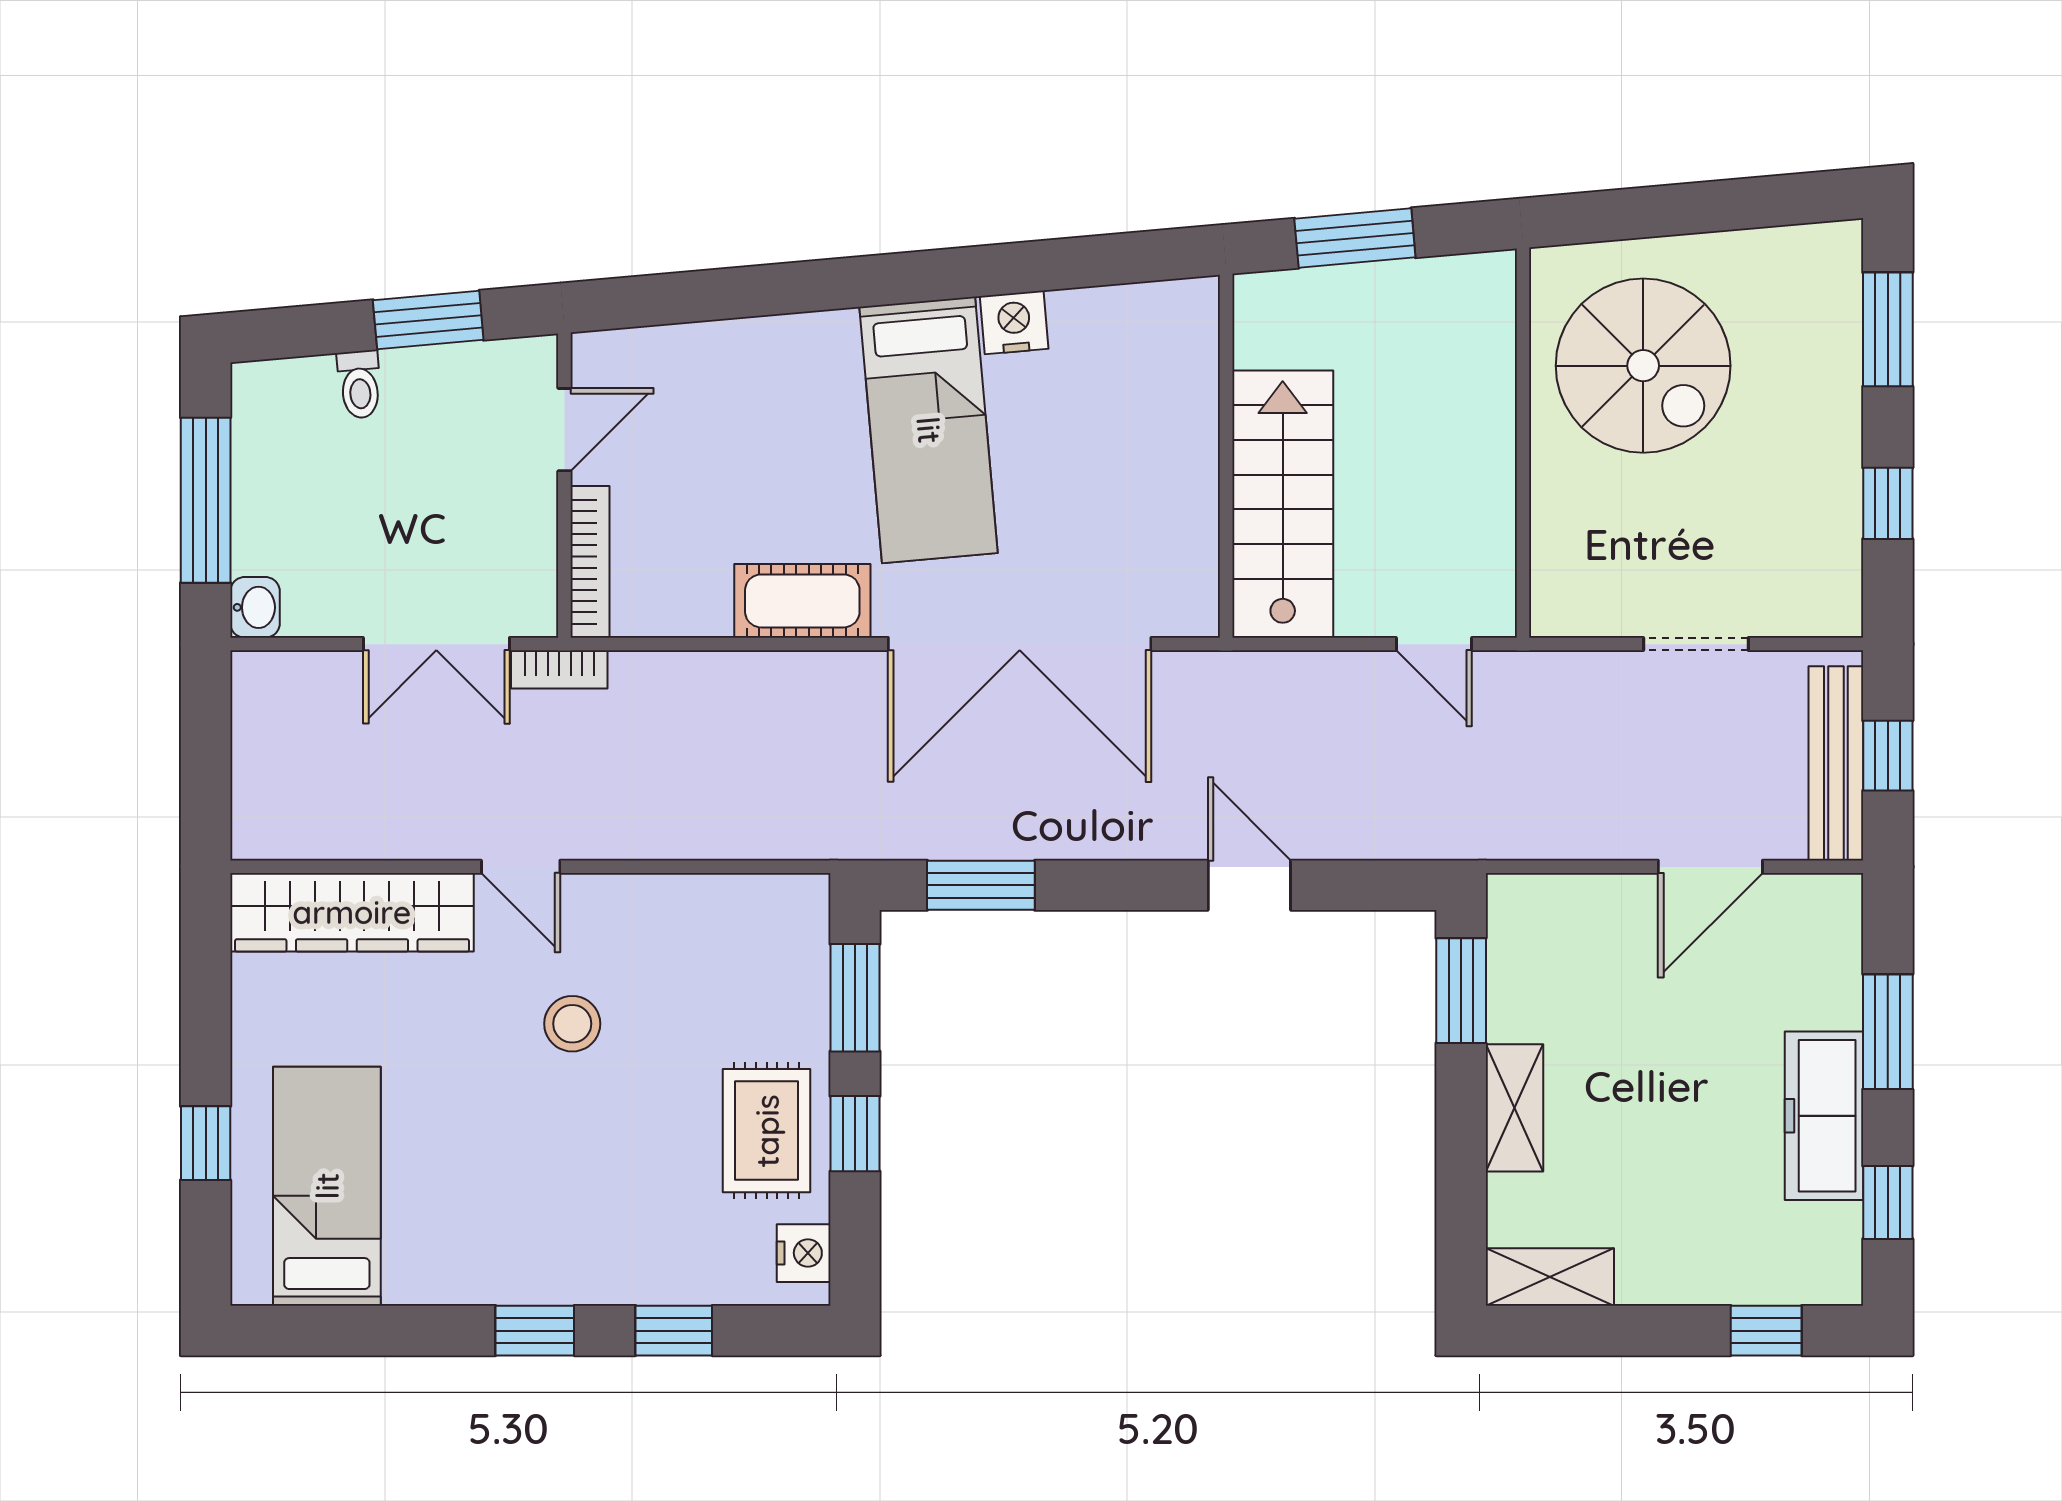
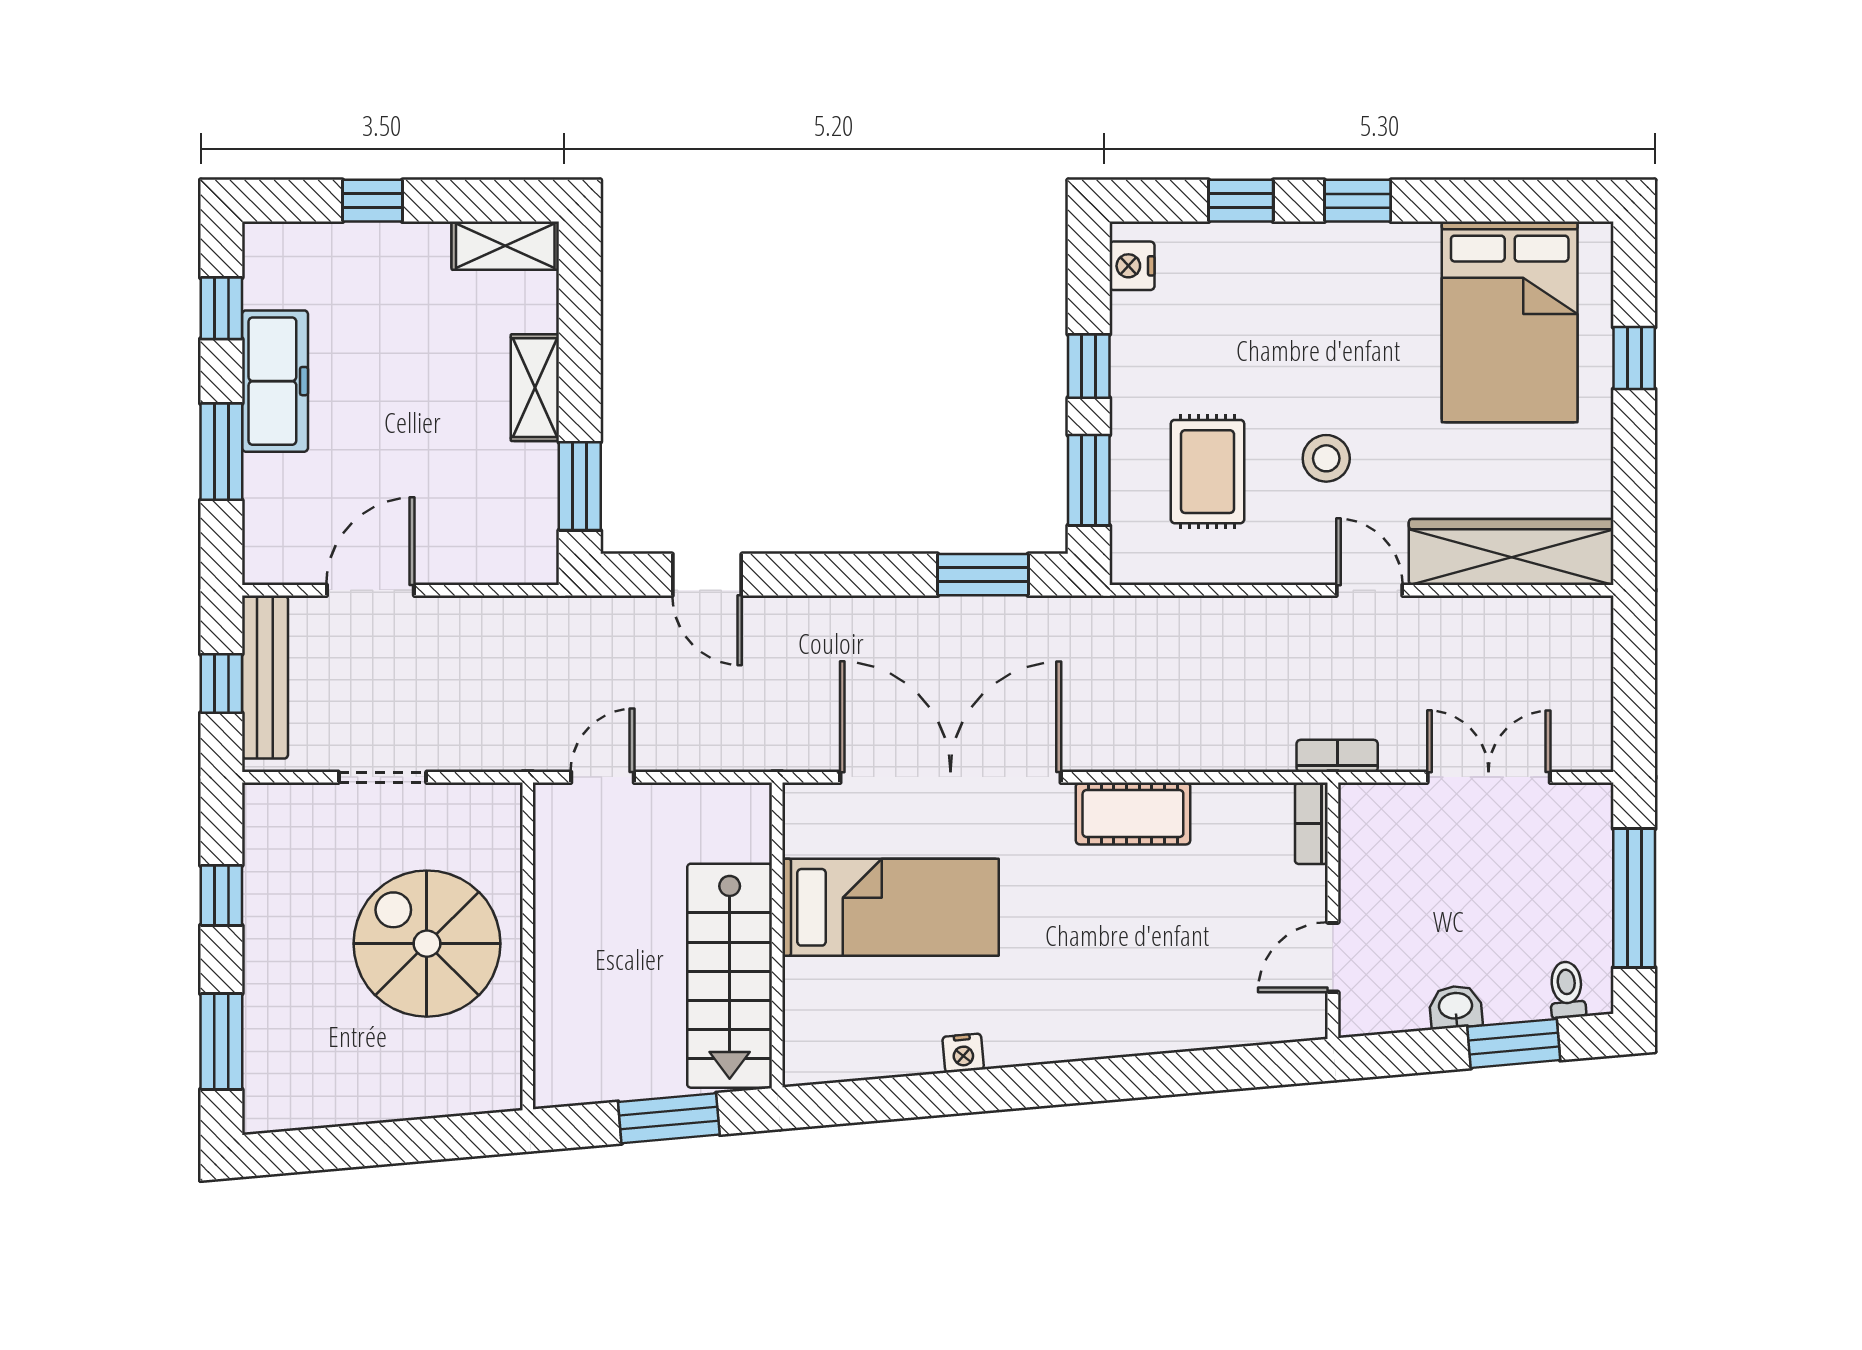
window: (428, 320) -> (1514, 1043), moved
nightstand: (1014, 322) -> (963, 1053), width x0.72, depth x0.74
spiral stairs: (1643, 366) -> (427, 944), moved
toilet: (360, 384) -> (1567, 990), moved
bed: (929, 430) -> (891, 907), moved, turned 95
stairs: (1283, 504) -> (730, 976), moved
bookcase: (590, 562) -> (1311, 823), width x0.64
washbasin: (255, 607) -> (1456, 1007), moved, turned 85
double door: (436, 644) -> (1489, 777), moved
door: (1434, 644) -> (602, 777), hinge flipped
door: (1249, 885) -> (707, 575), moved
rug: (767, 1131) -> (1207, 472), moved
bed: (327, 1186) -> (1510, 322), width x1.50
window: (1766, 1331) -> (373, 201), moved

